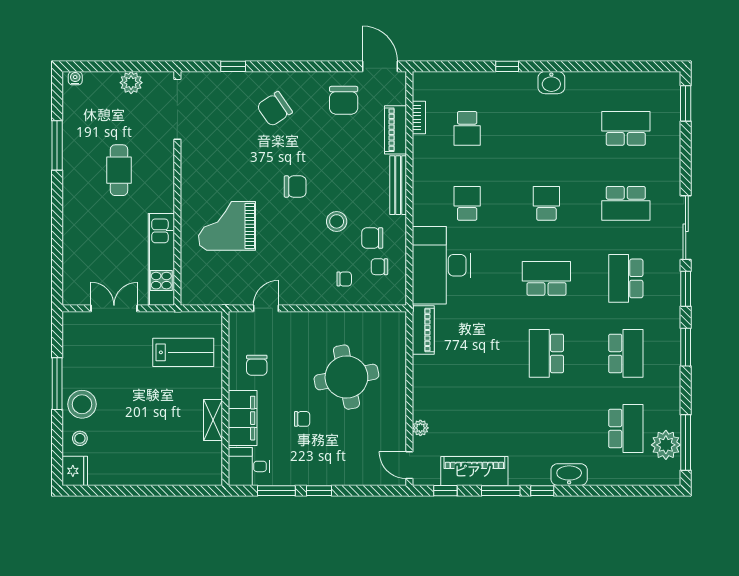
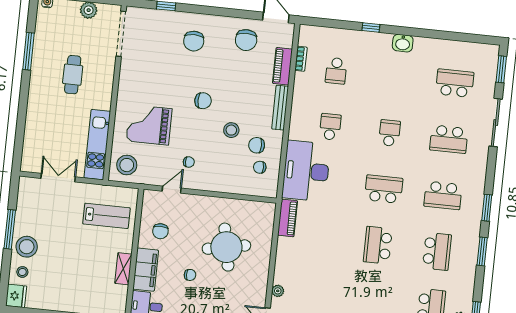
chair: (275, 109) -> (194, 41), turned -56
sliding door: (686, 228) -> (496, 123), moved
school desk: (626, 278) -> (443, 195), turned -90
chair: (344, 279) -> (189, 162), moved
stool: (203, 282) -> (127, 165), added

